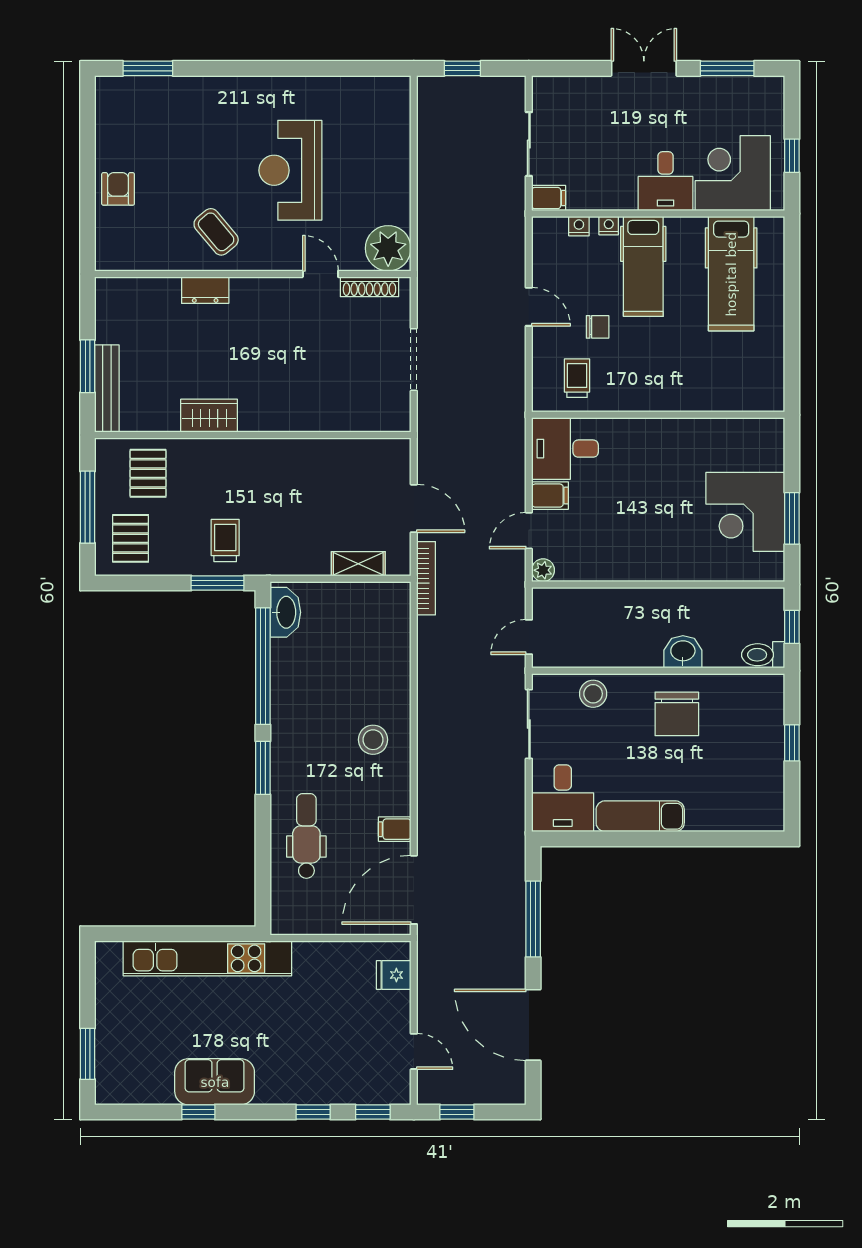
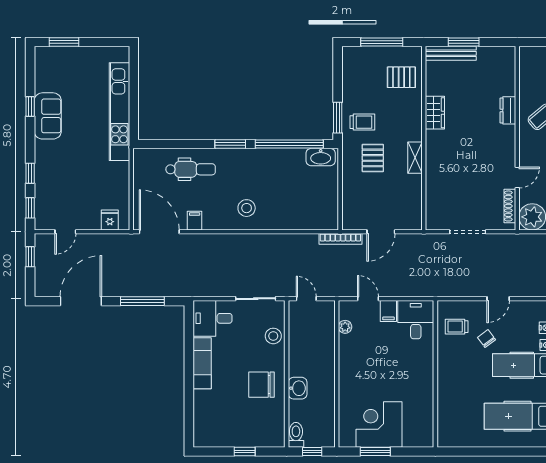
chair: (598, 327) -> (487, 339), turned 143
trolley: (577, 378) -> (457, 327), turned 180
pallet: (131, 538) -> (373, 158), moved, turned 90
shelving: (358, 564) -> (415, 158), moved
plant: (543, 570) -> (345, 327), moved

